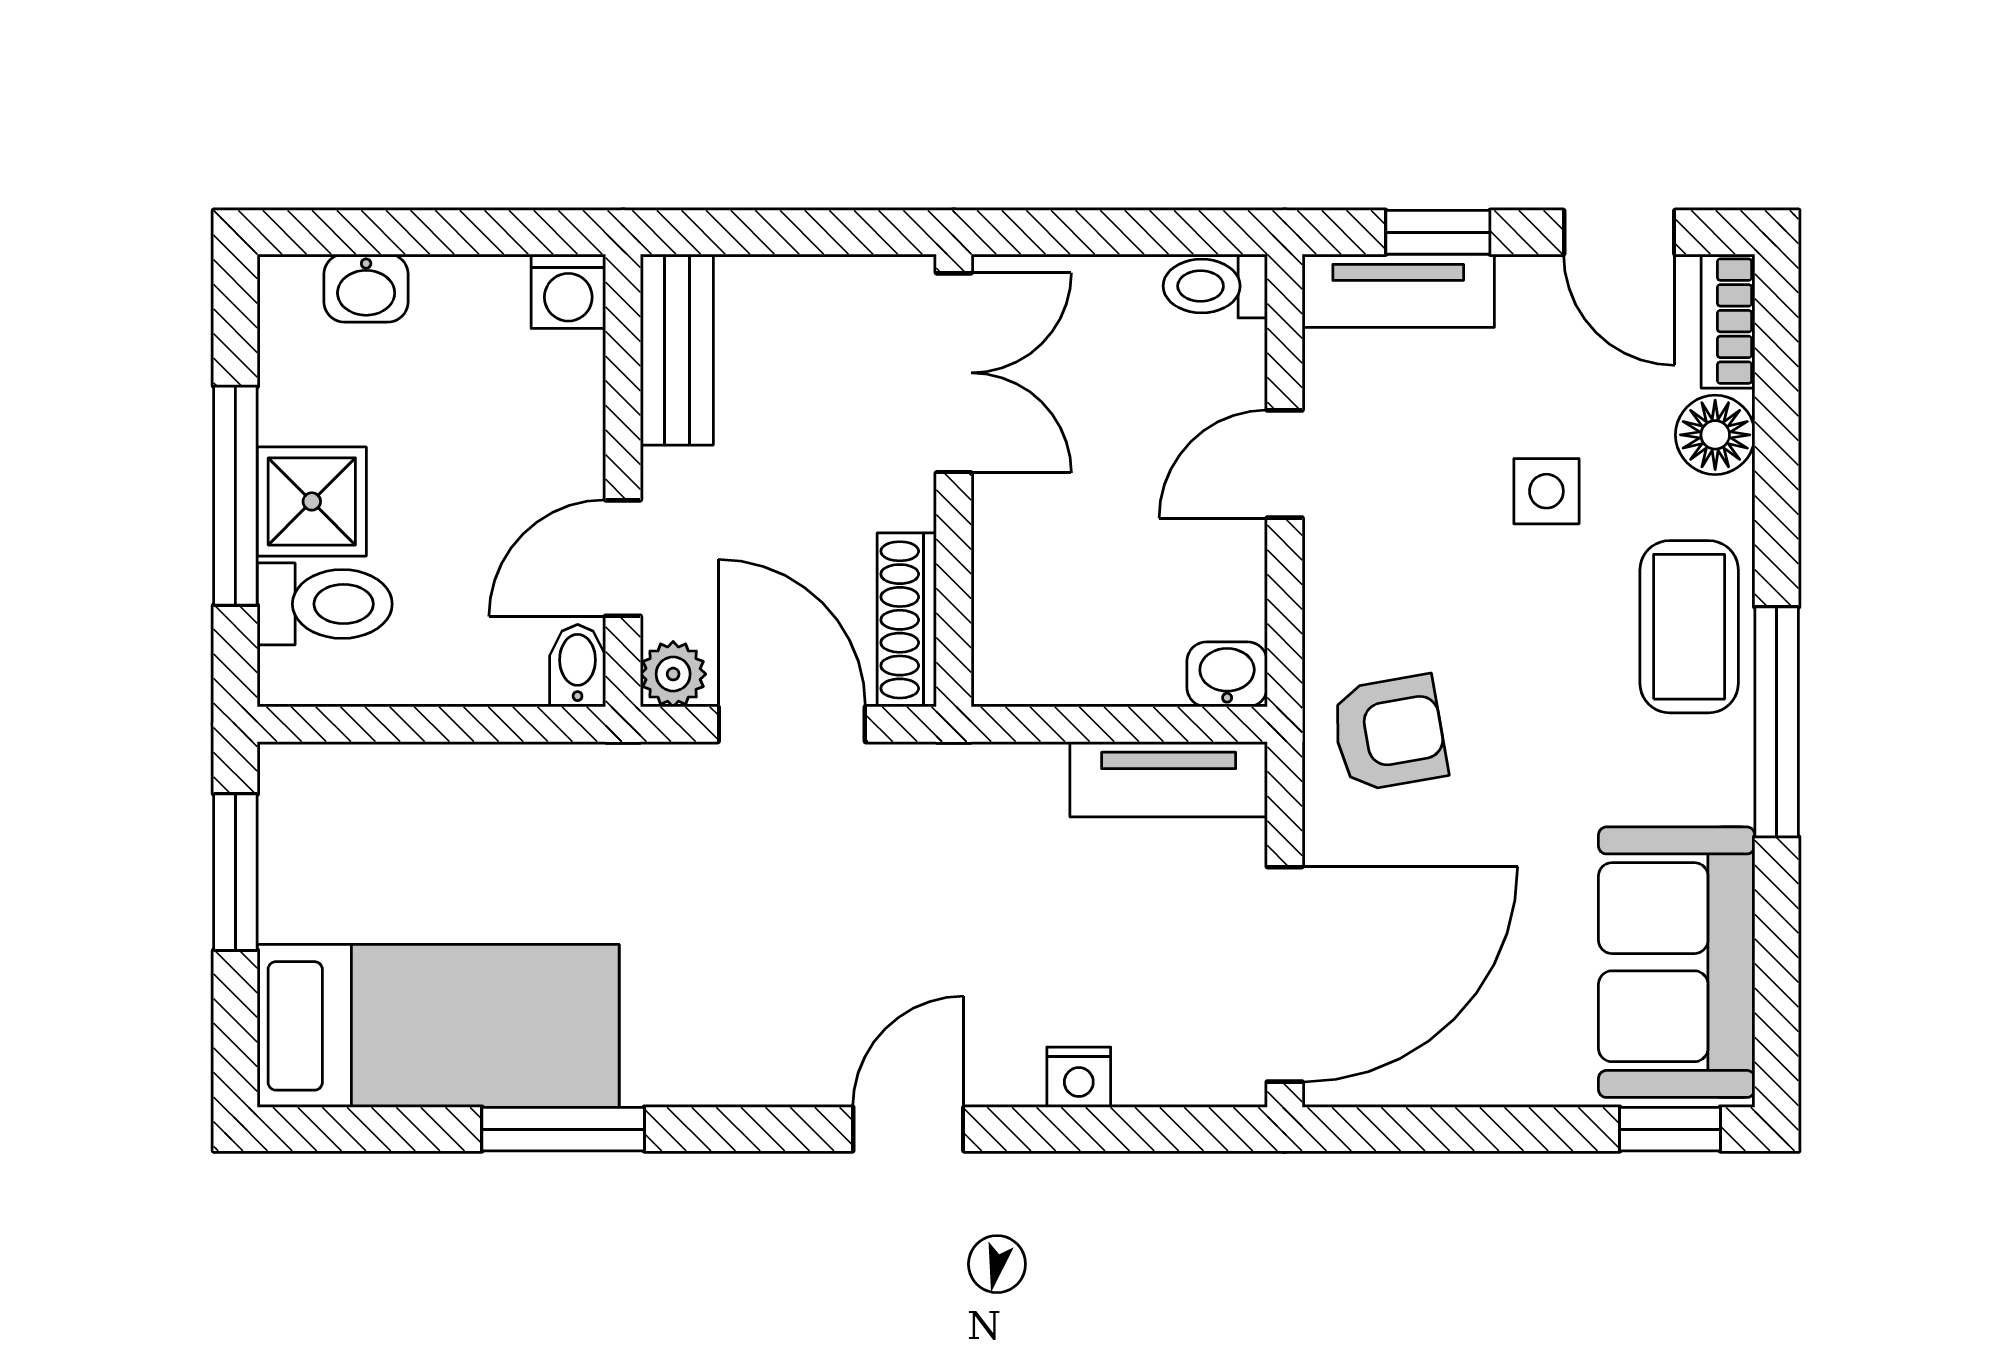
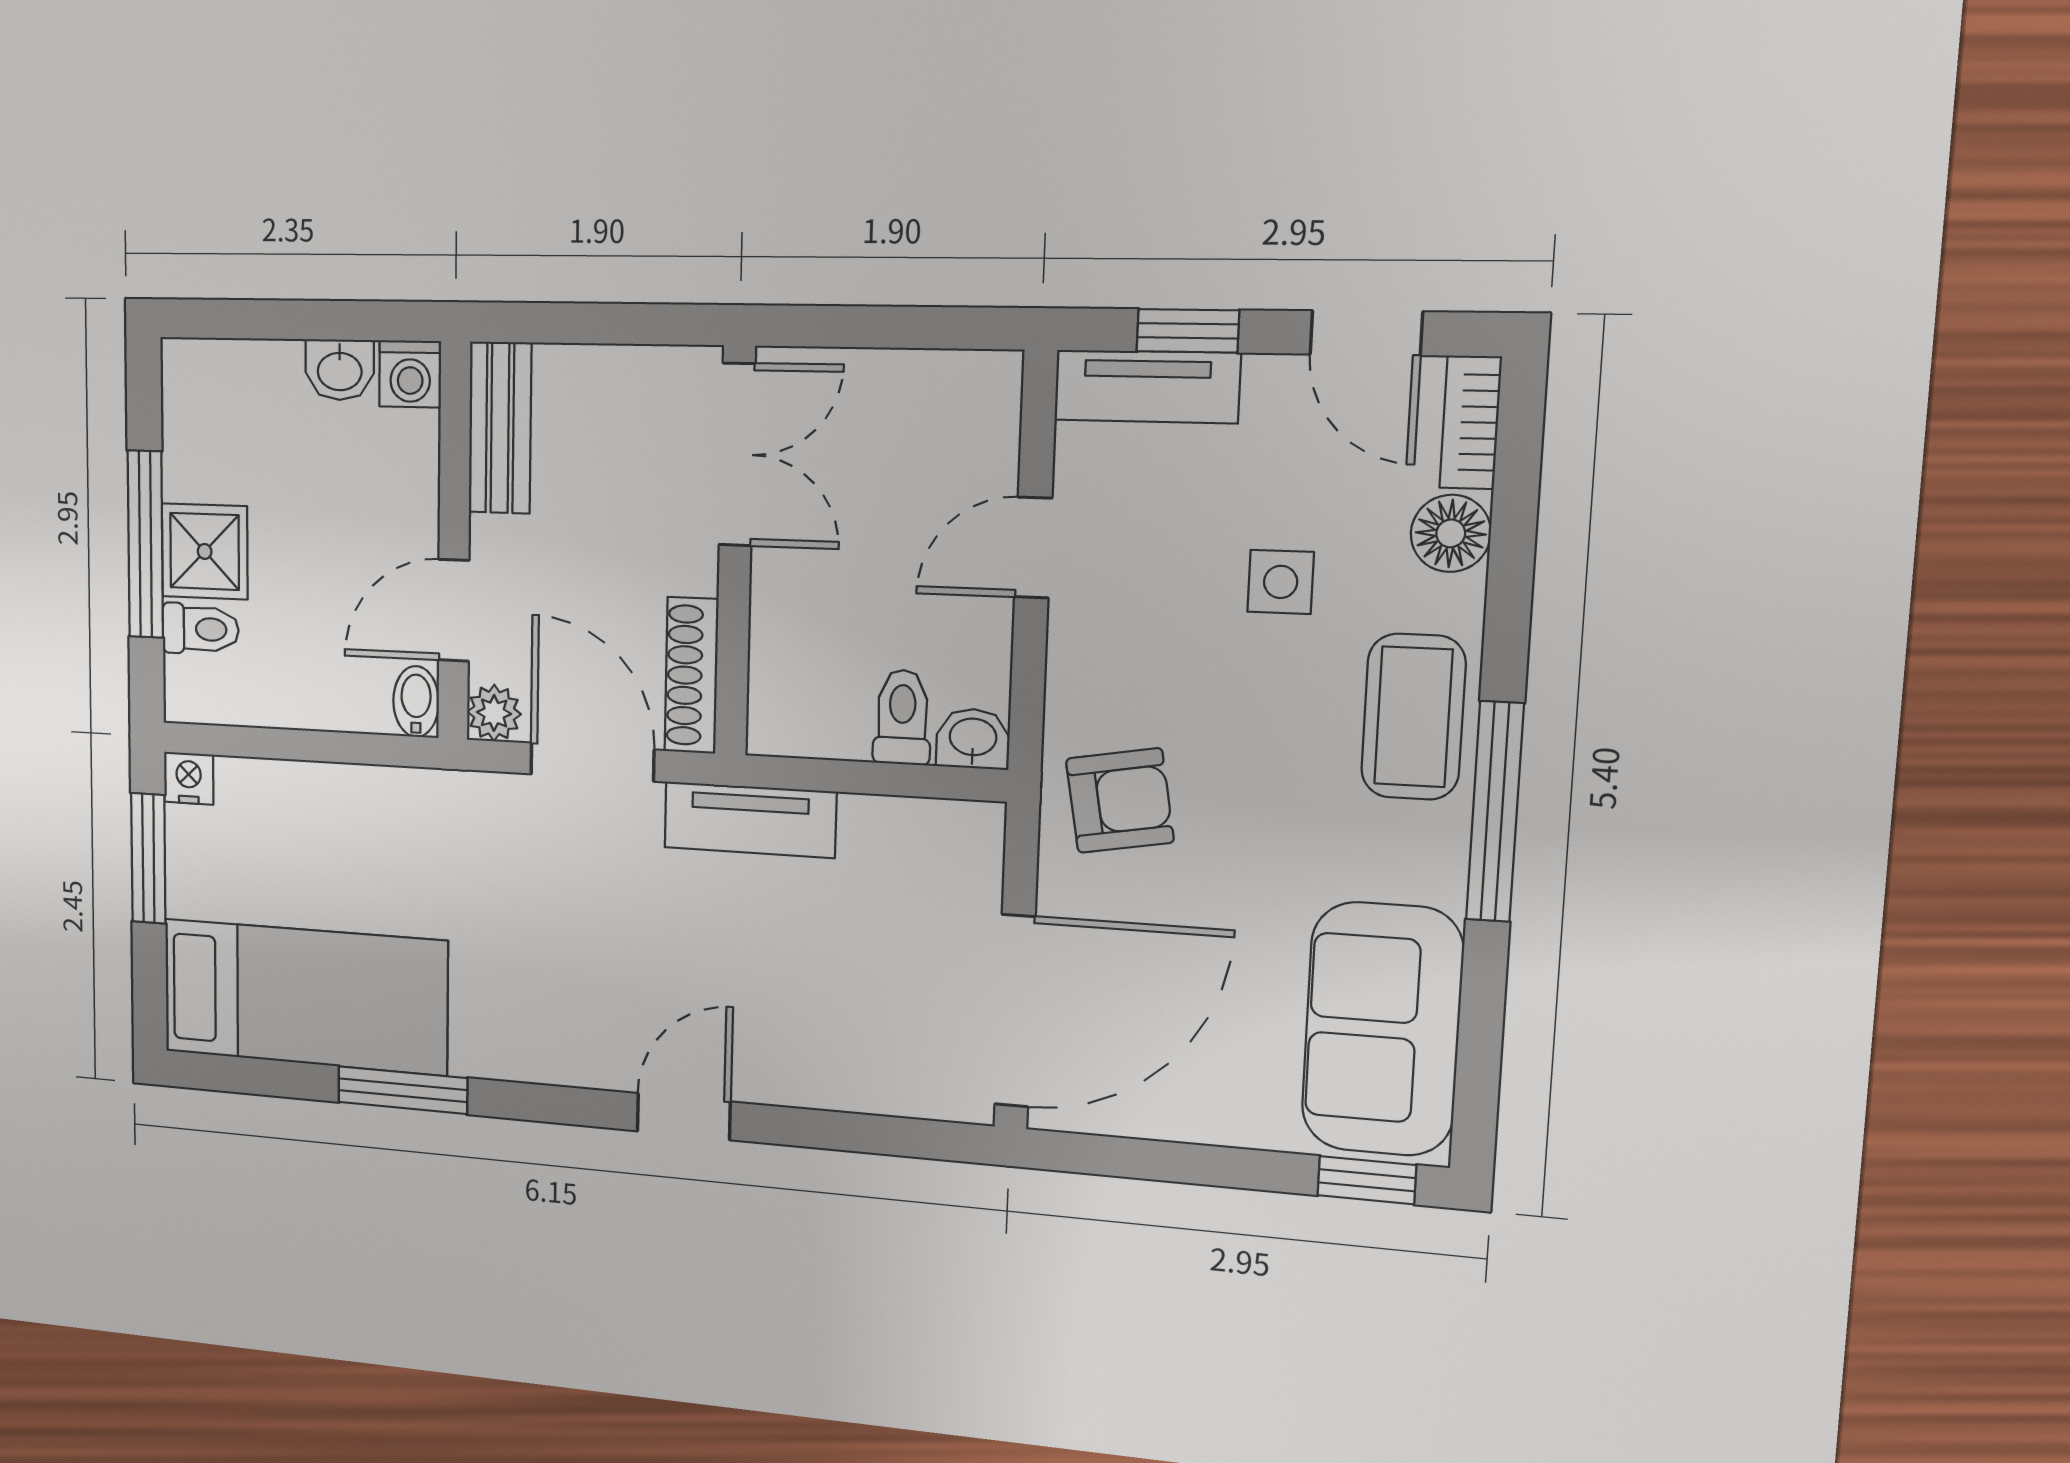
toilet: (1215, 286) -> (902, 717), moved, turned 90
washbasin: (366, 288) -> (340, 370), moved
toilet: (325, 604) -> (201, 629), width x0.73, depth x0.72
tv unit: (1169, 779) -> (750, 820), moved
nightstand: (1079, 1077) -> (189, 778), moved, turned 180

